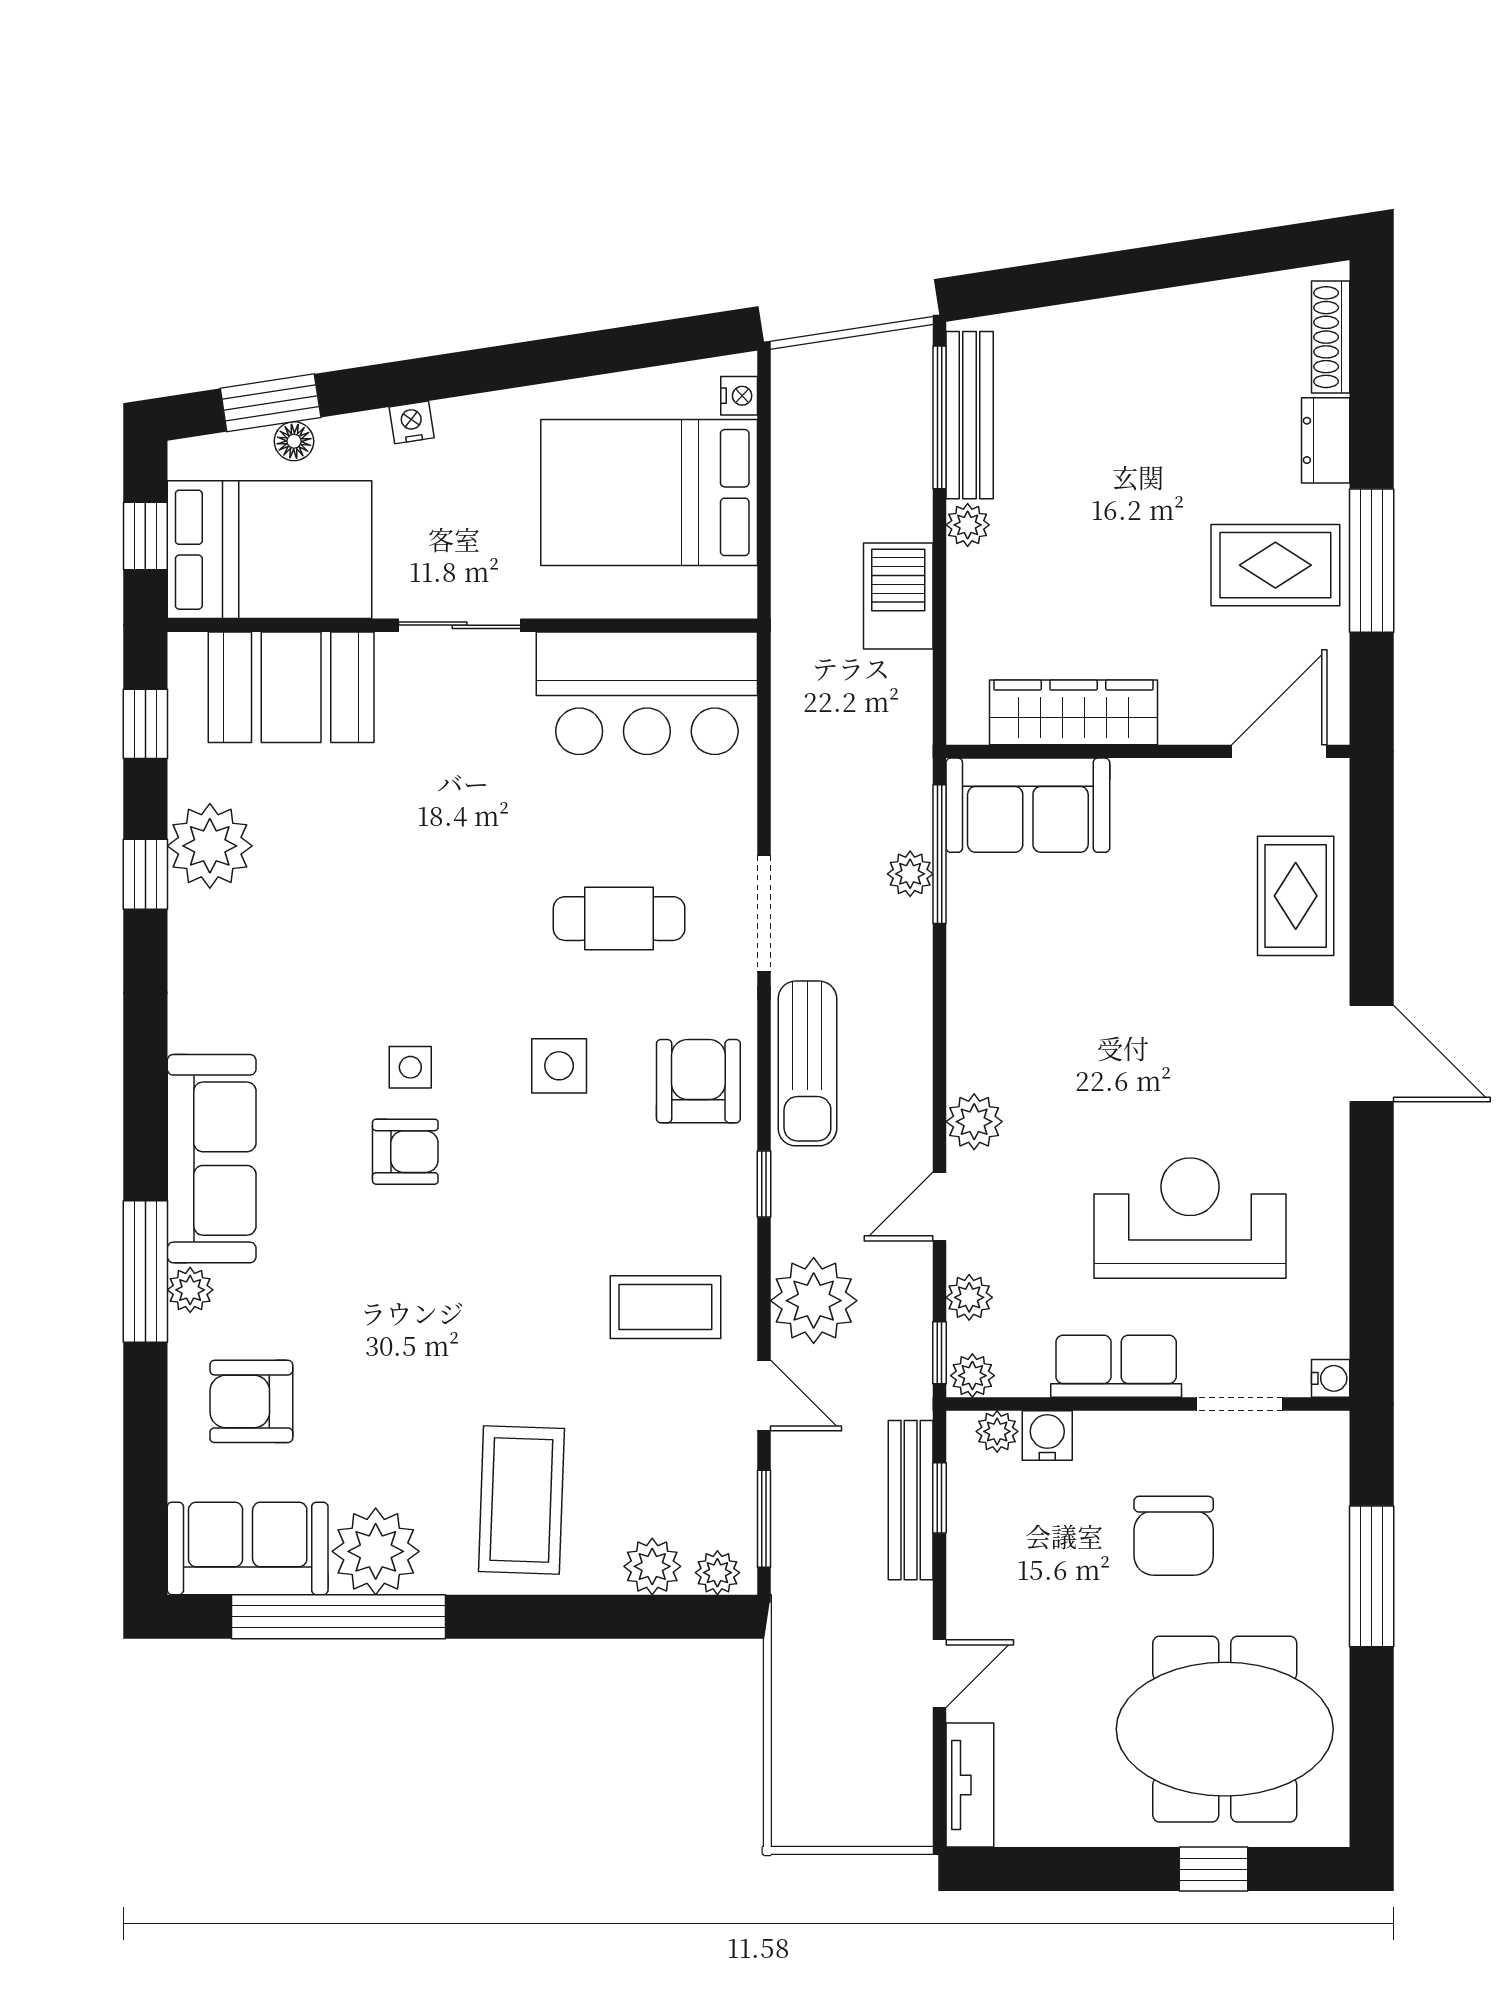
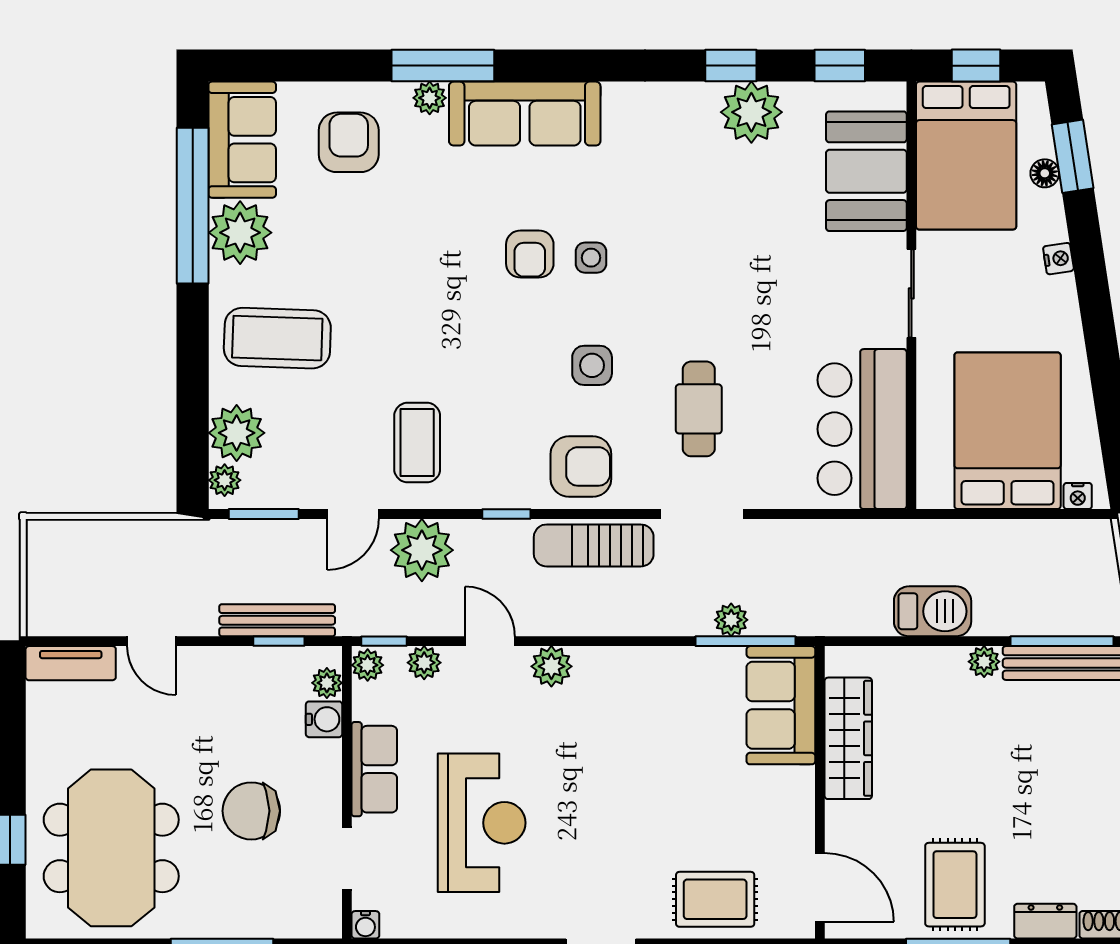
plant: (652, 1566) -> (237, 433), width x1.36, depth x1.36

